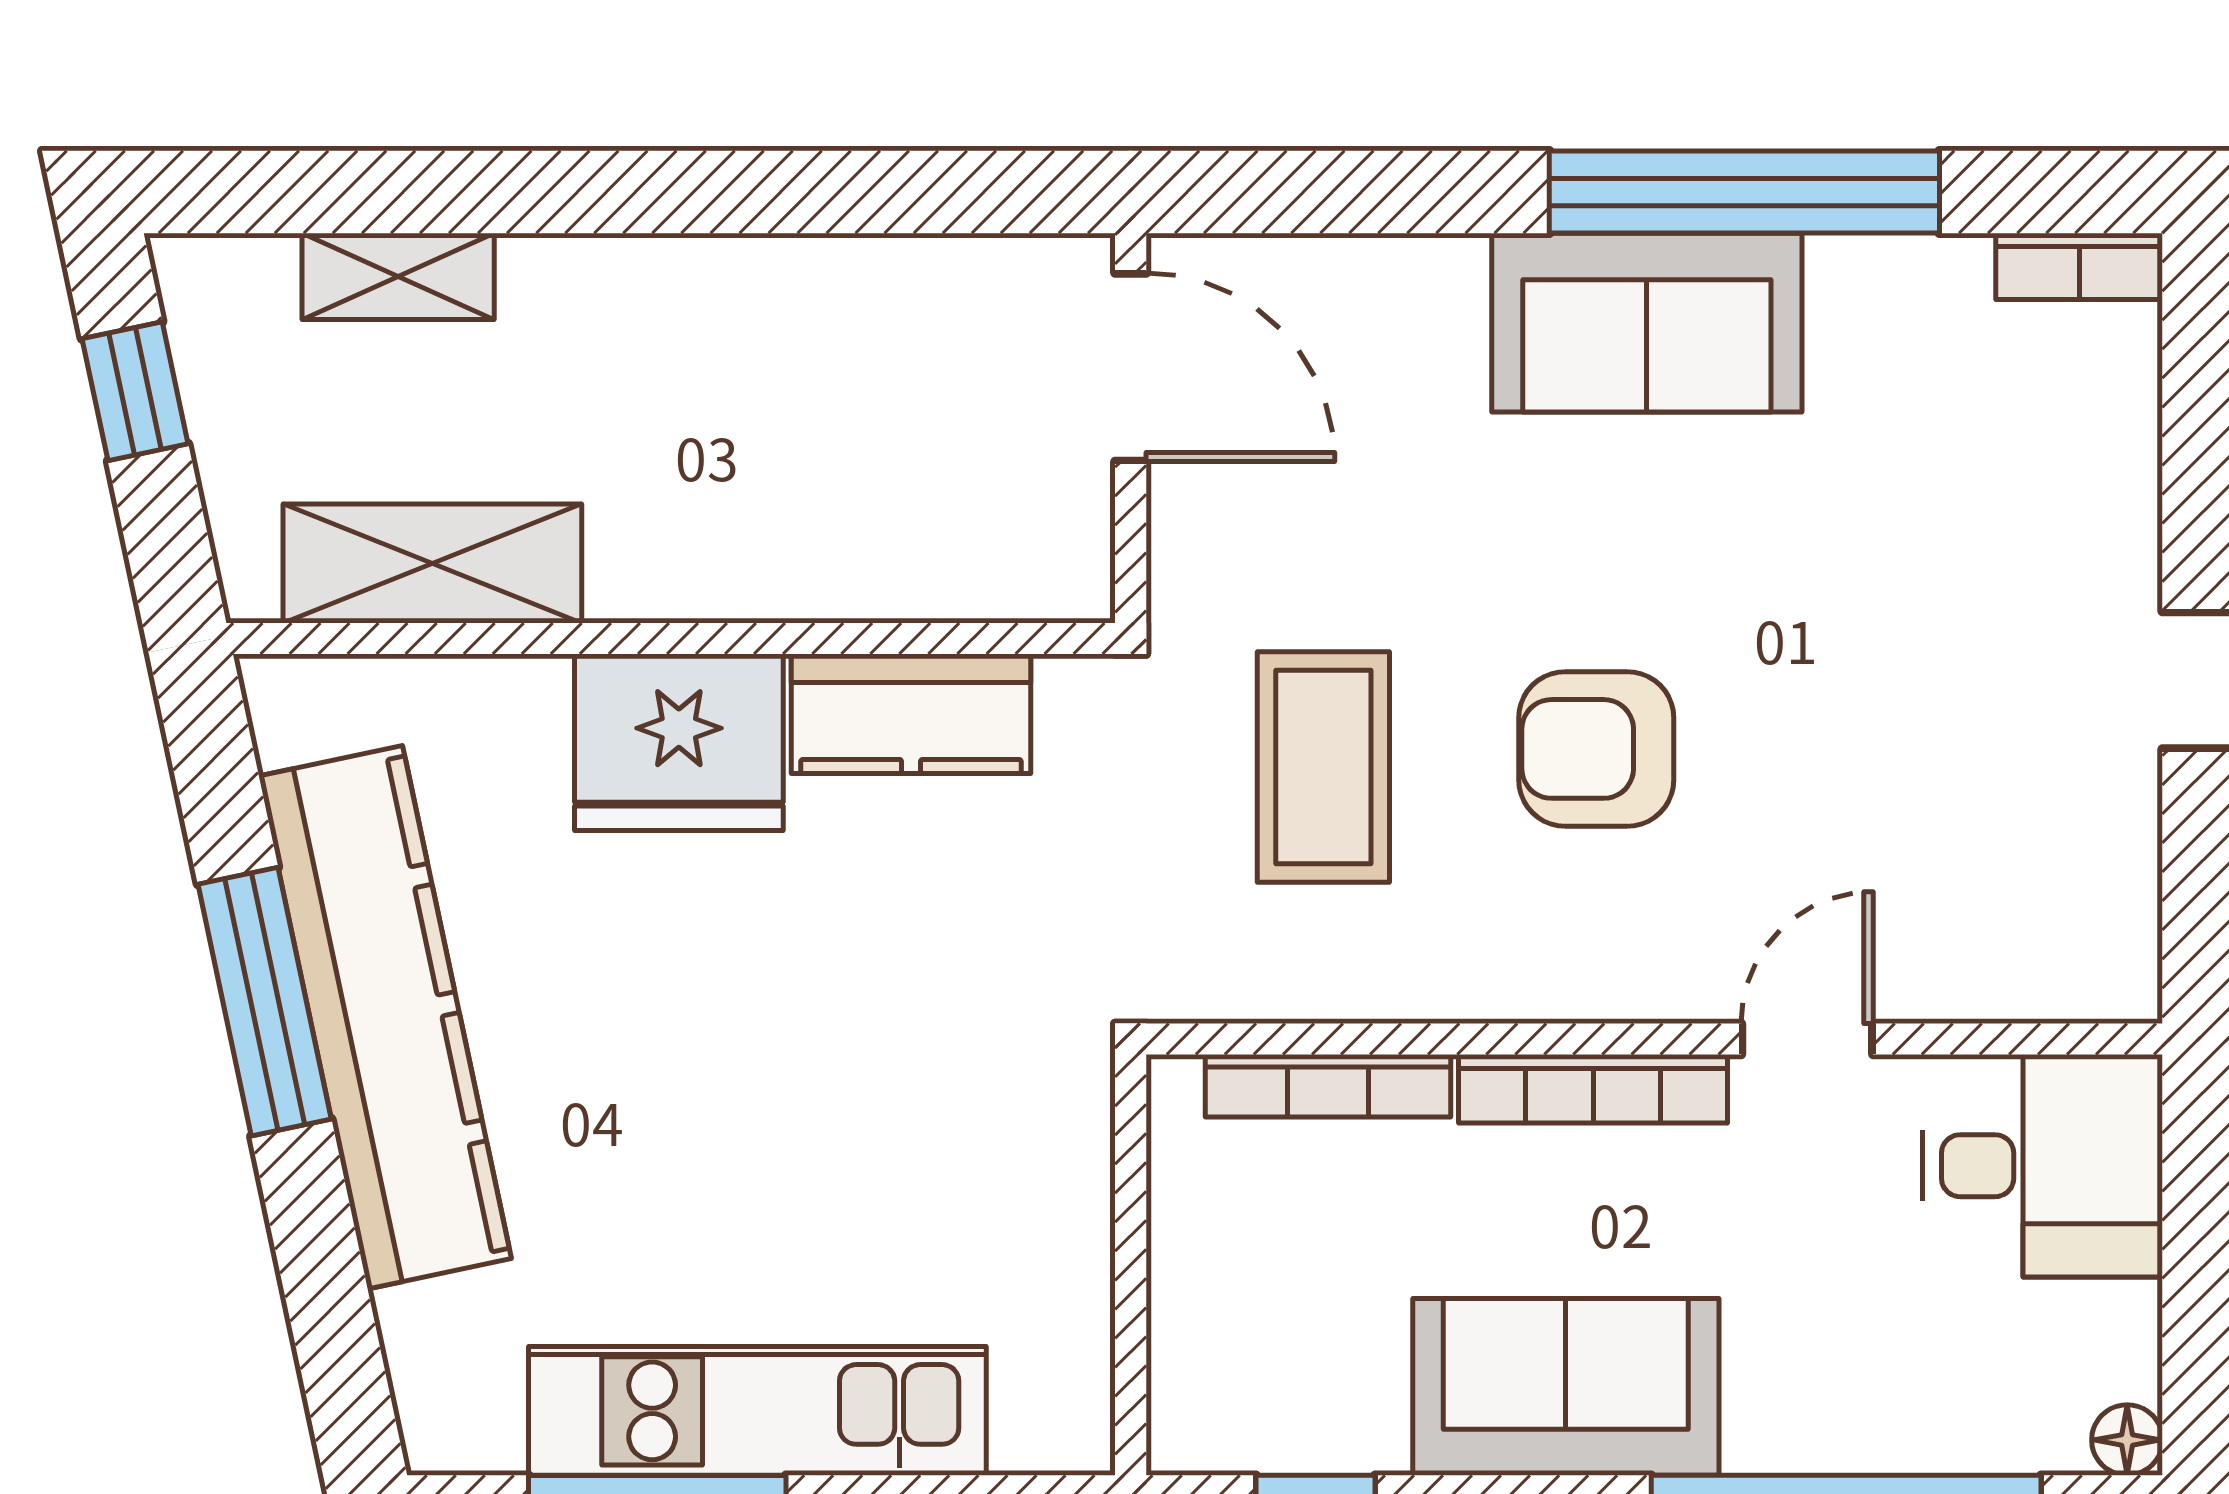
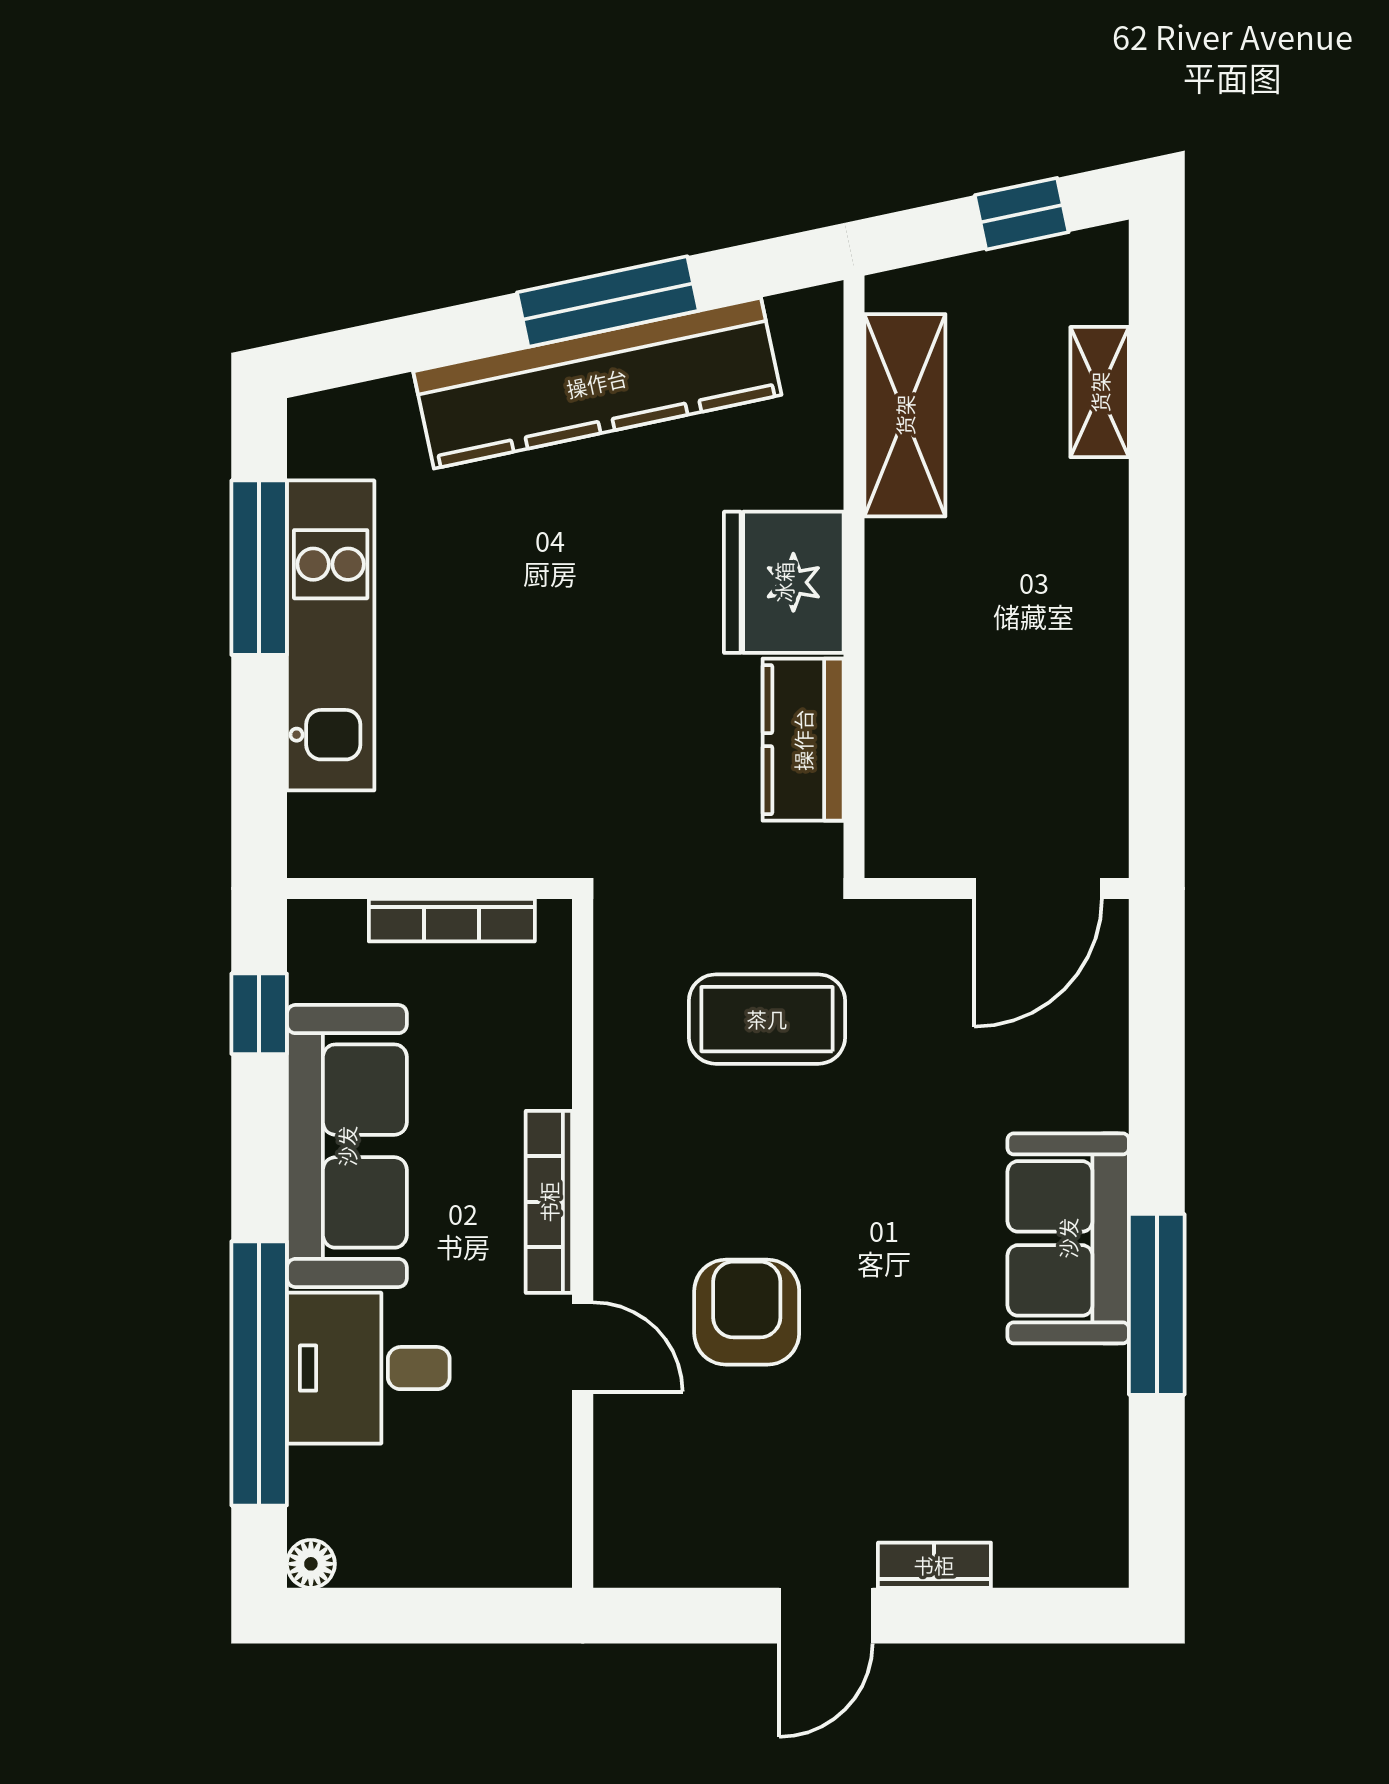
window: (1744, 192) -> (1157, 1304), width x0.68
bookcase: (2079, 266) -> (934, 1565), moved, turned 90
armchair: (1596, 749) -> (747, 1312), moved
bookcase: (1328, 1086) -> (452, 920), moved, turned -90
desk: (2042, 1166) -> (368, 1368), moved, turned 90
sofa: (1566, 1387) -> (347, 1146), width x1.36

